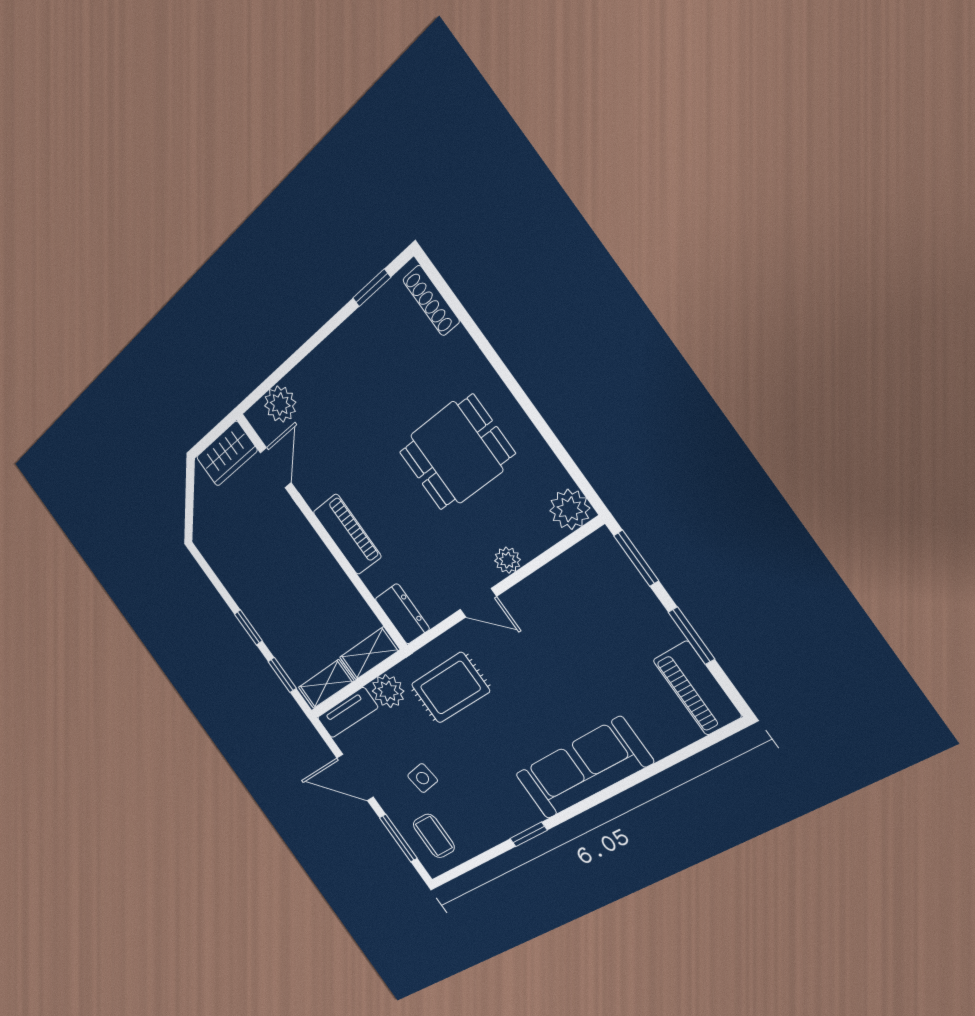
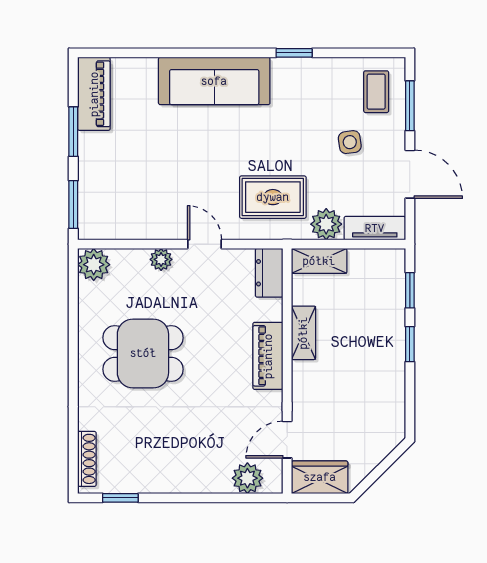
shelving: (326, 684) -> (303, 333), moved, turned 90

